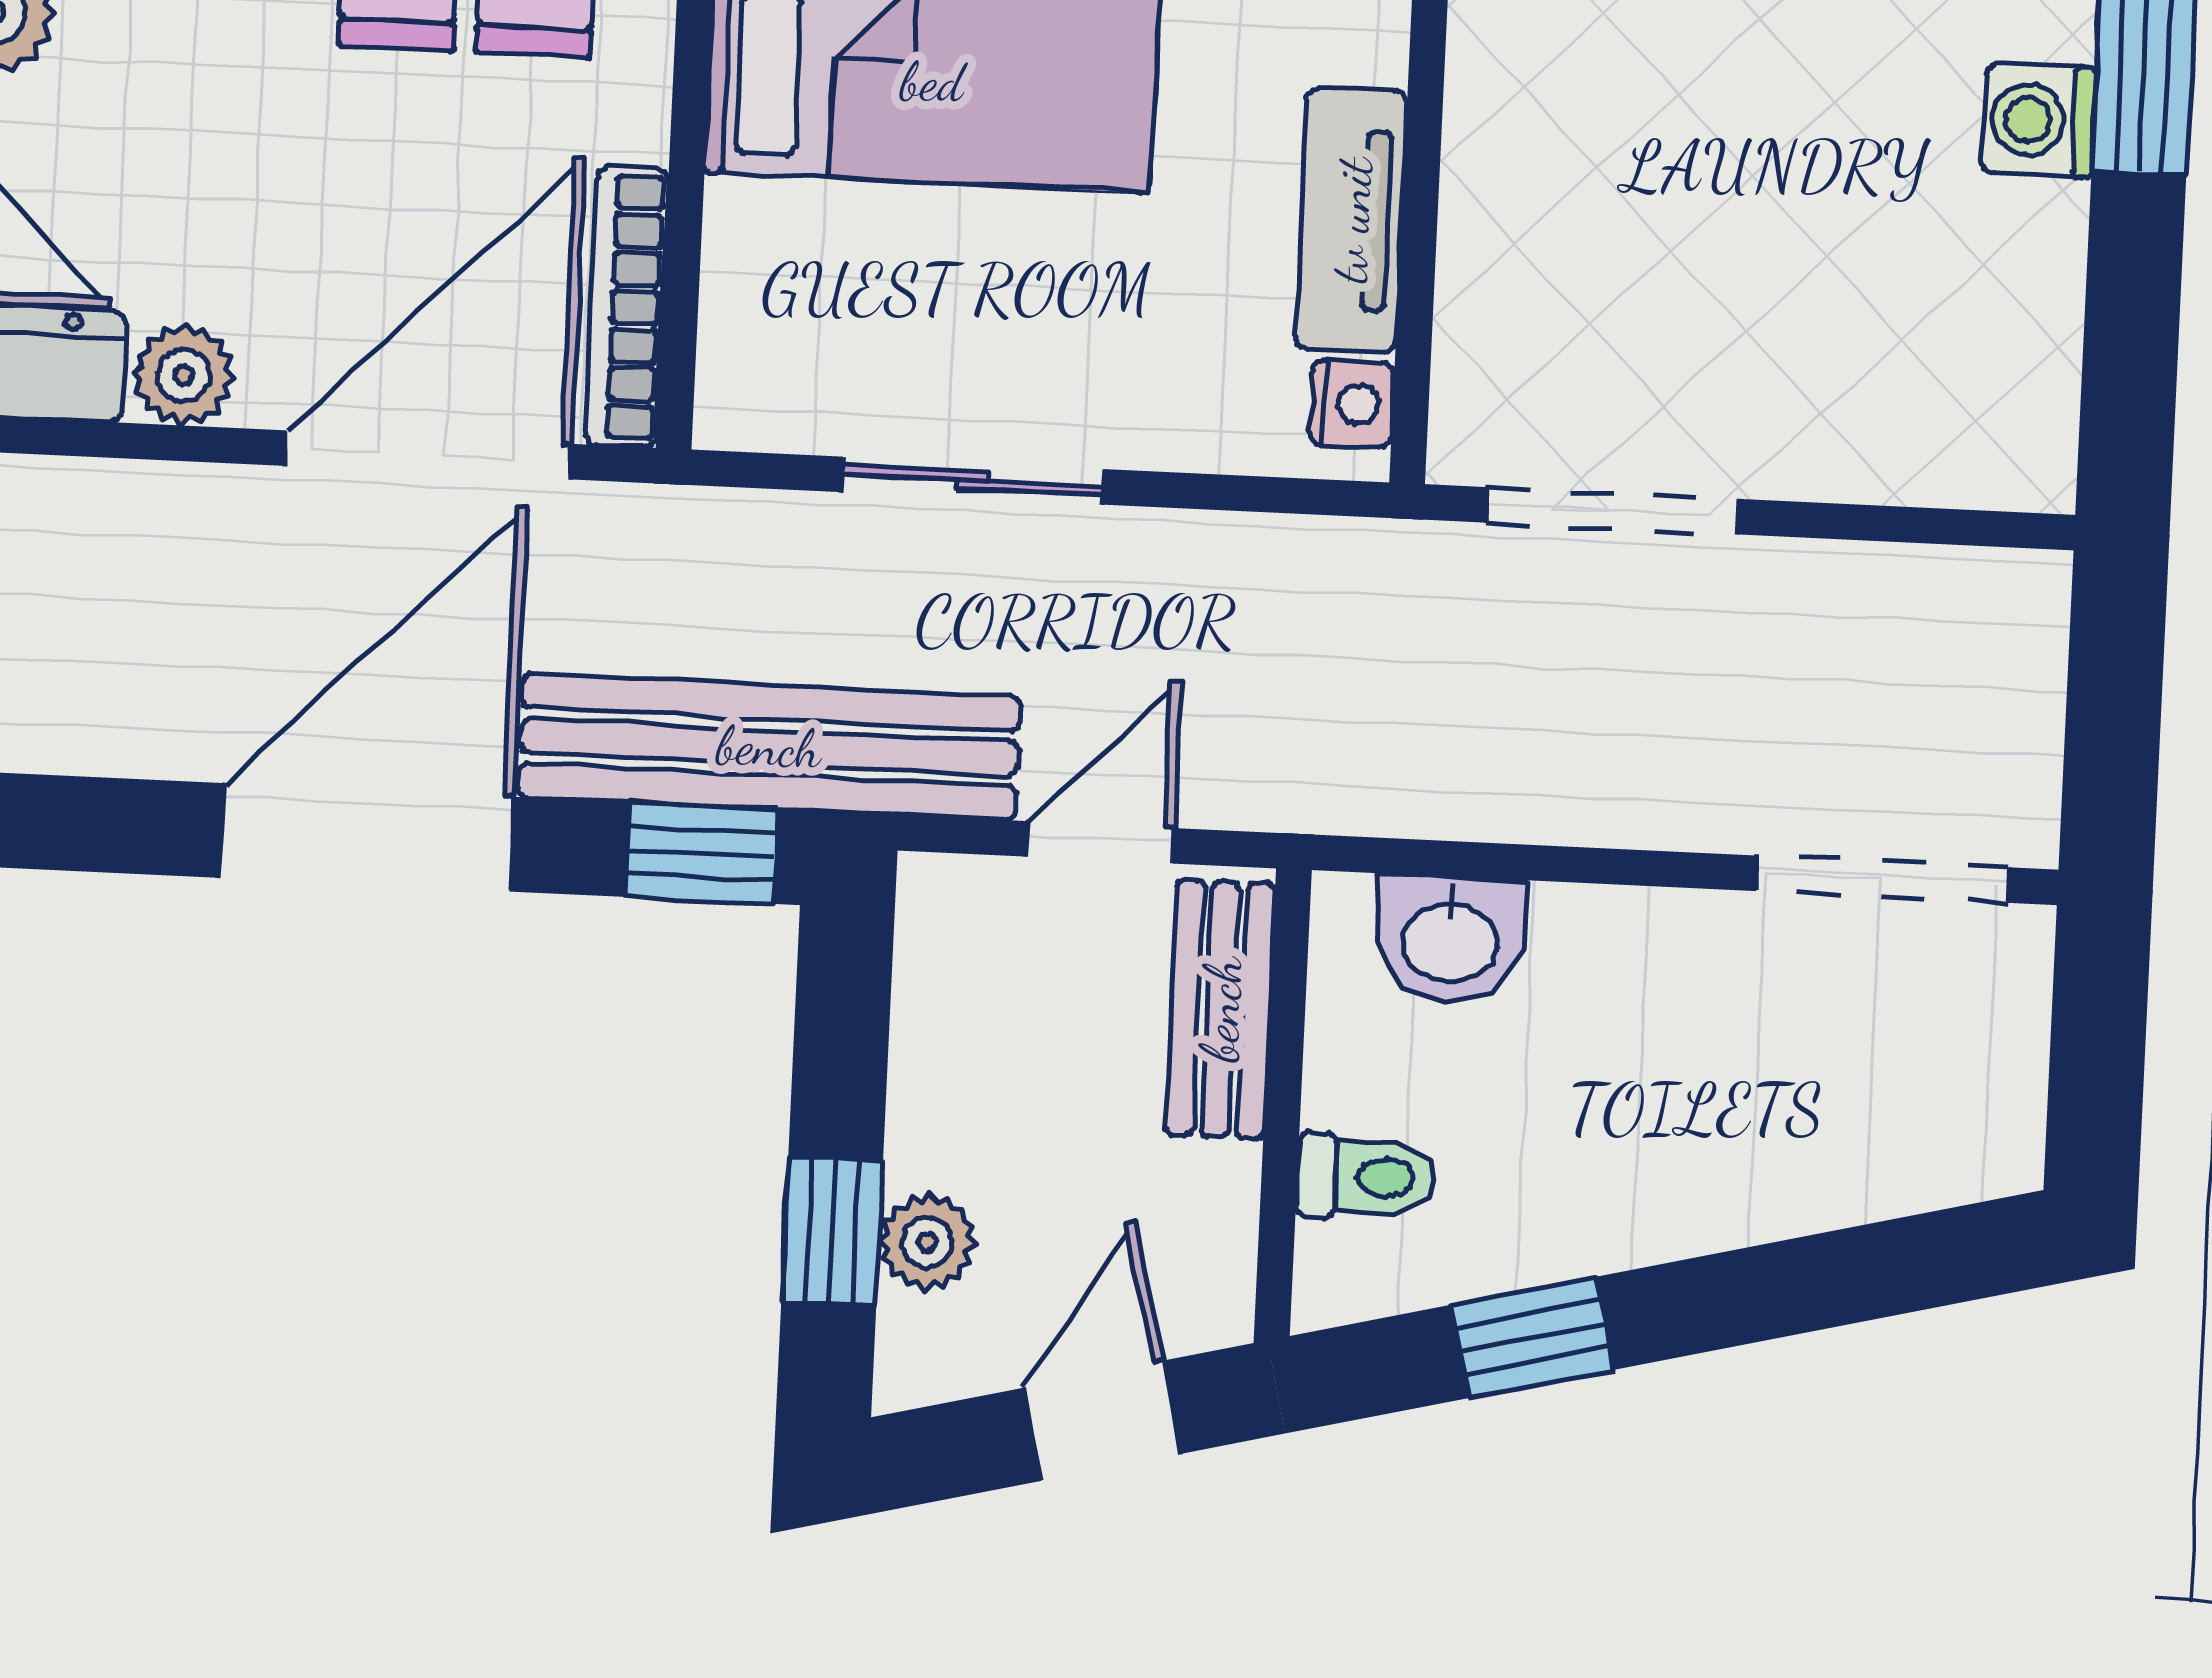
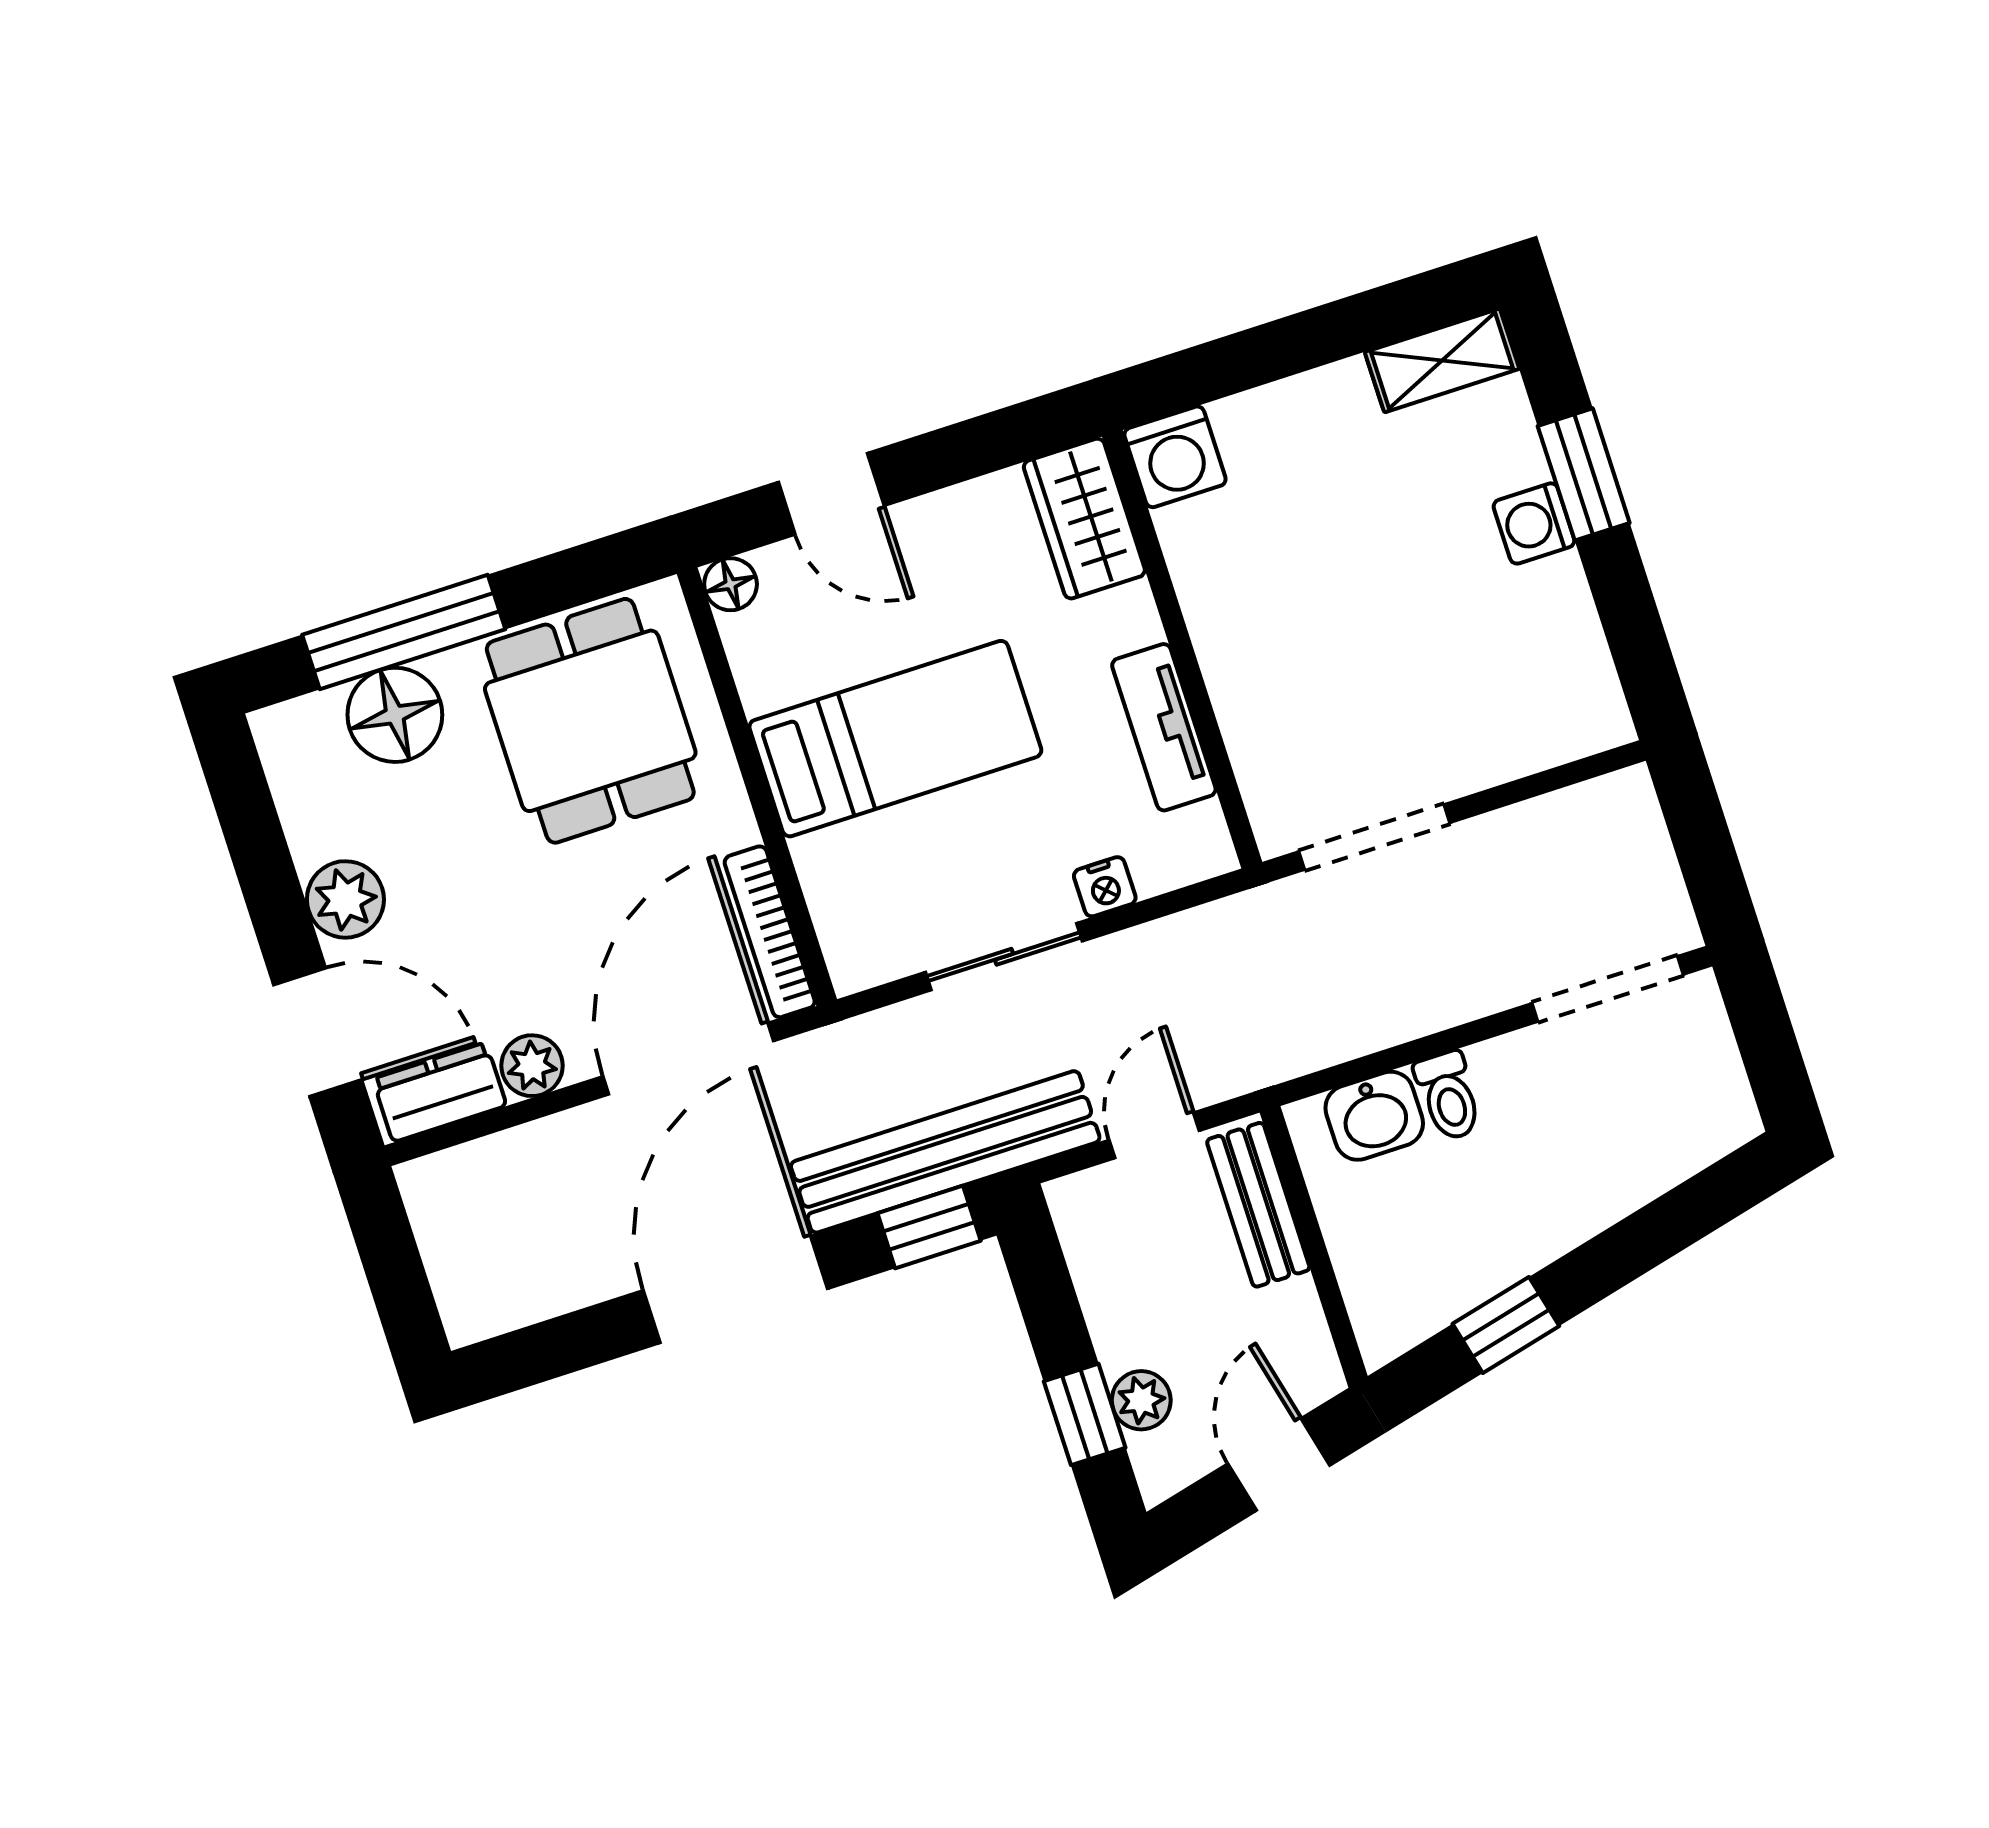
nightstand: (1352, 404) -> (1105, 887), moved, turned 90
toilet: (1366, 1177) -> (1448, 1096), moved, turned 90

